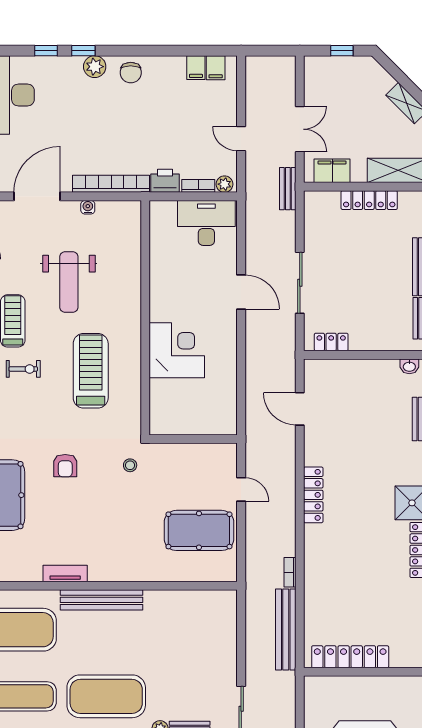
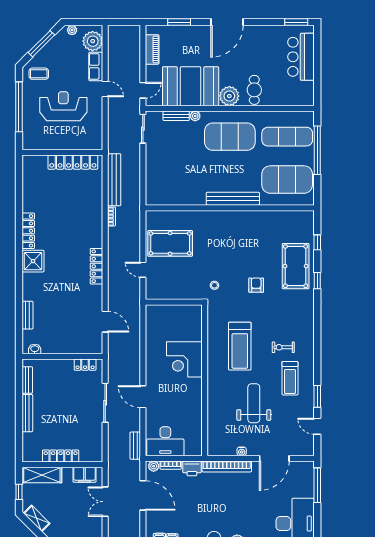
door: (241, 139) -> (143, 495), width x1.88
bench: (288, 189) -> (135, 446), moved
tv unit: (65, 573) -> (256, 216), removed

